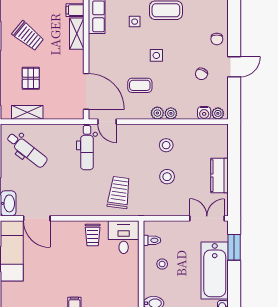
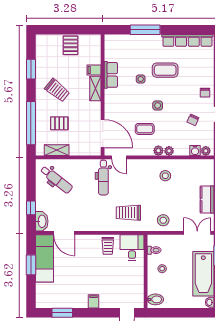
pallet: (31, 78) -> (59, 123), turned 90
stool: (167, 177) -> (163, 220), moved
trolley: (119, 193) -> (128, 213), turned -98

